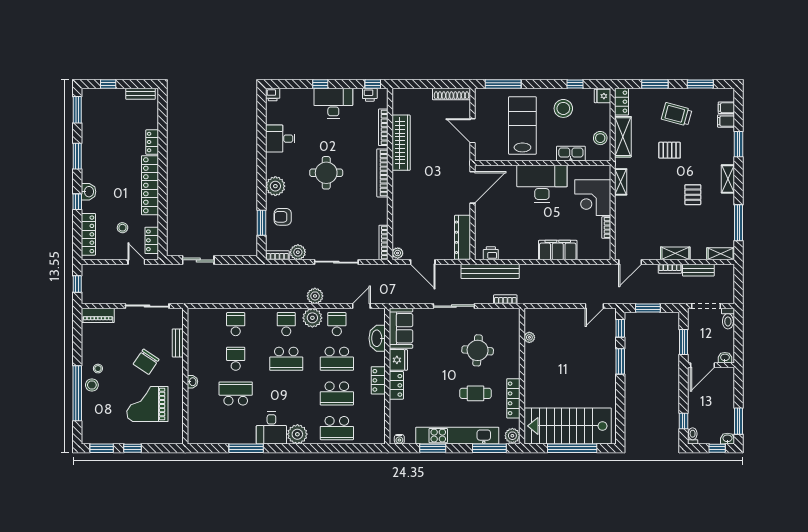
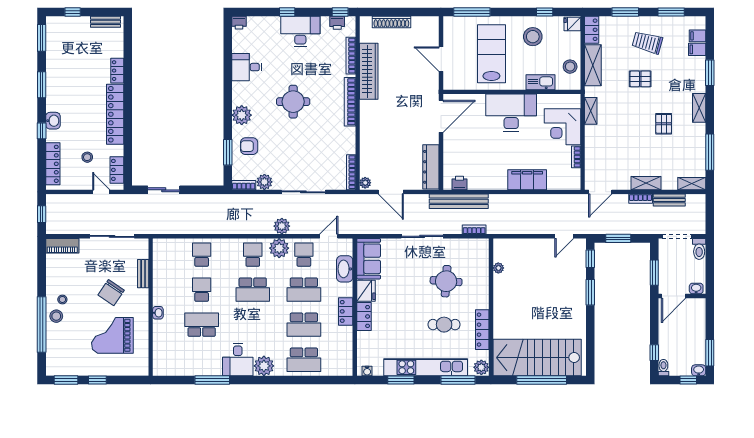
shoe rack: (451, 94) -> (391, 22), moved

